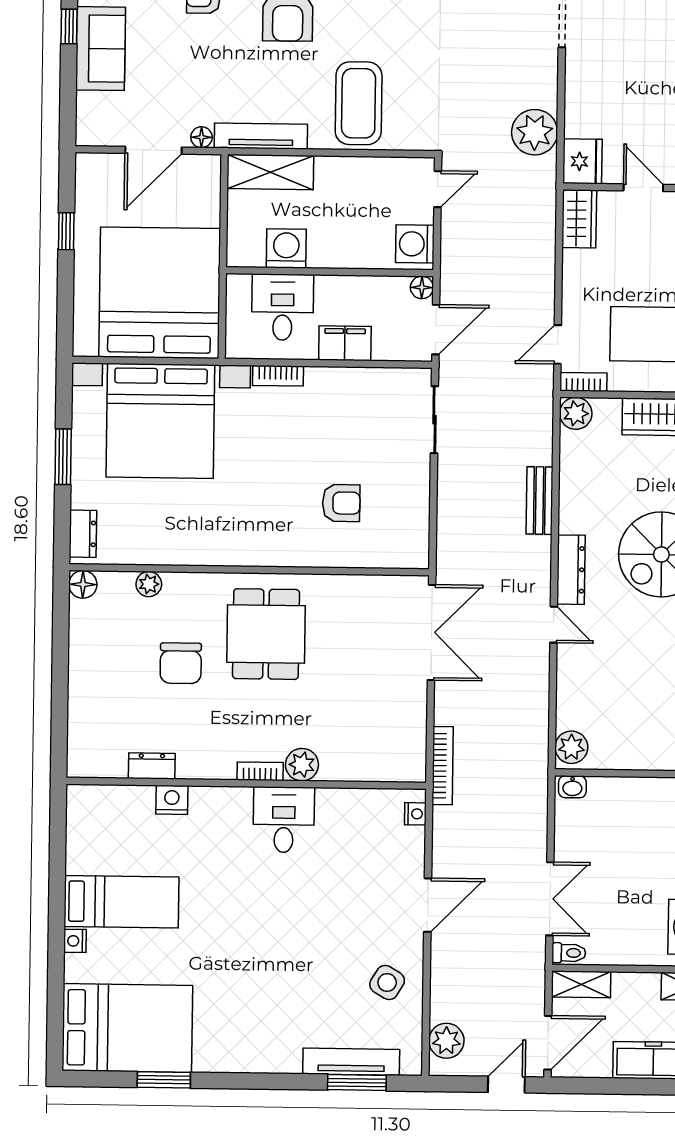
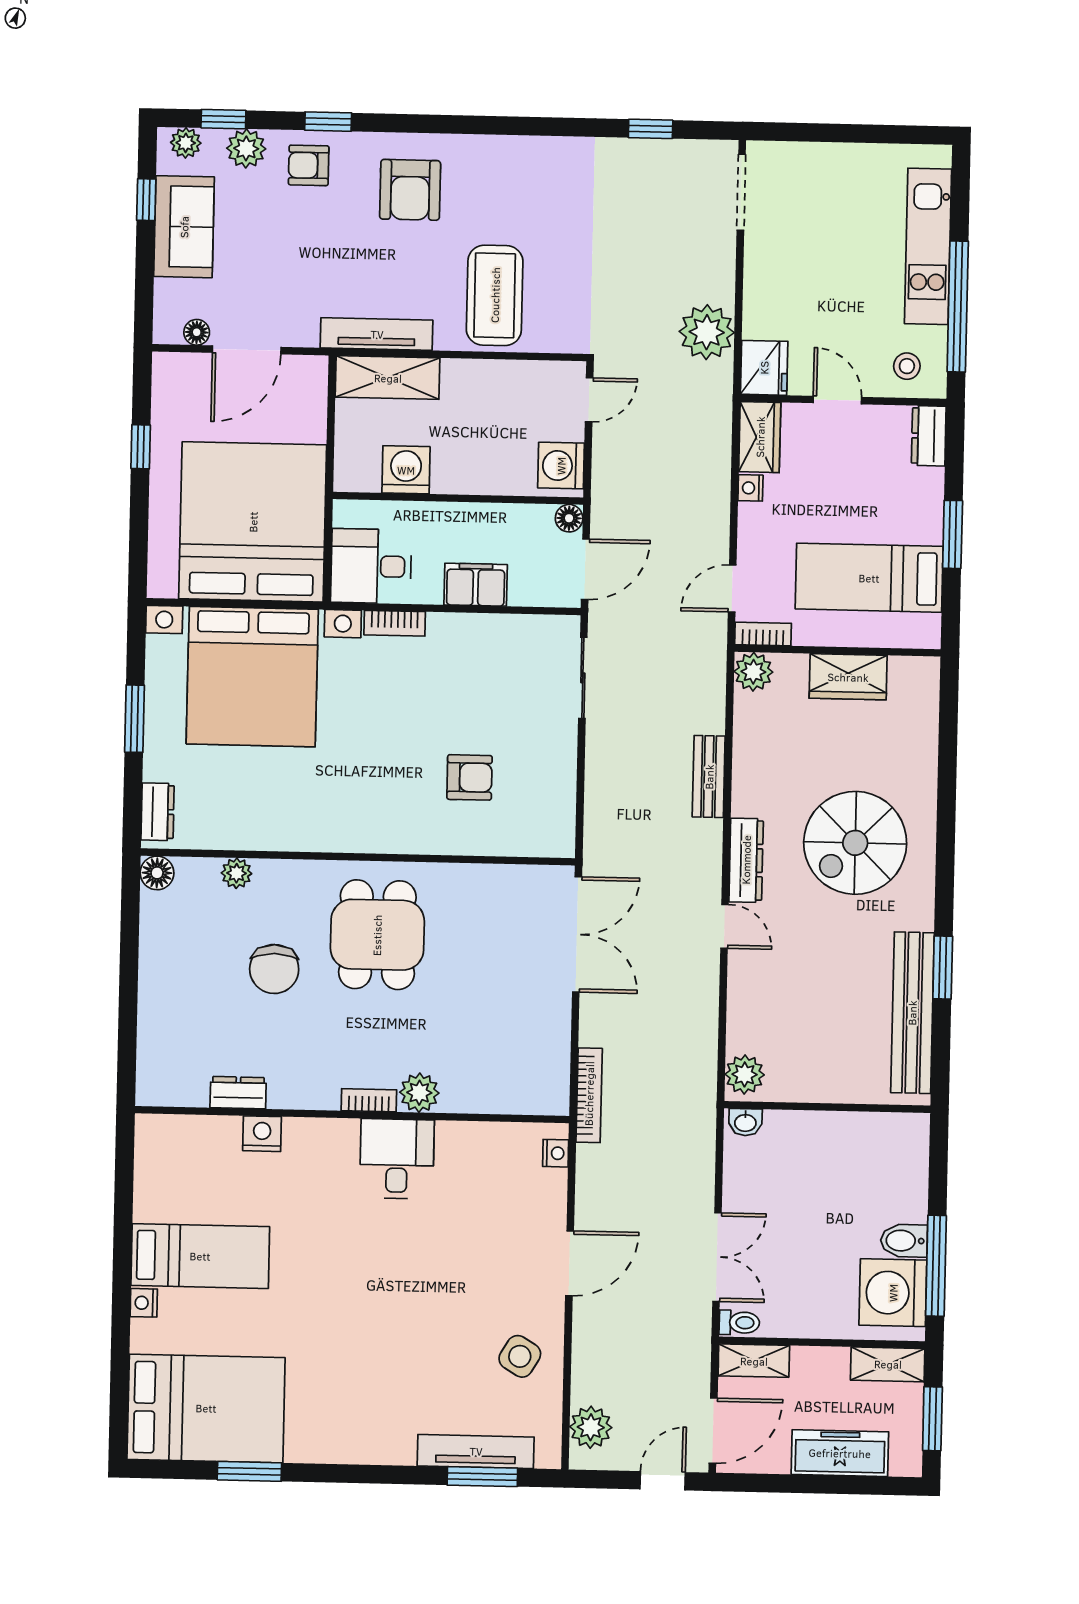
floor lamp: (201, 137) -> (197, 332), moved
nightstand: (572, 261) -> (750, 488), added
desk: (283, 307) -> (371, 566), moved, turned -90

